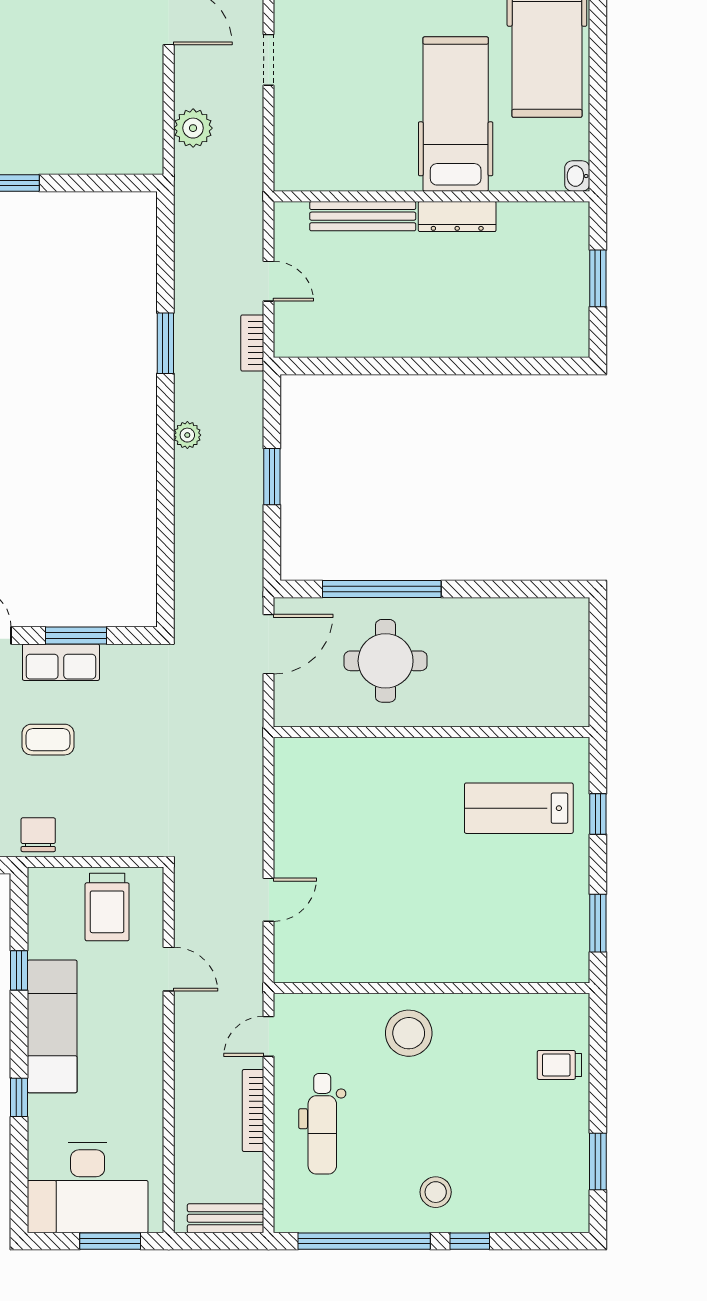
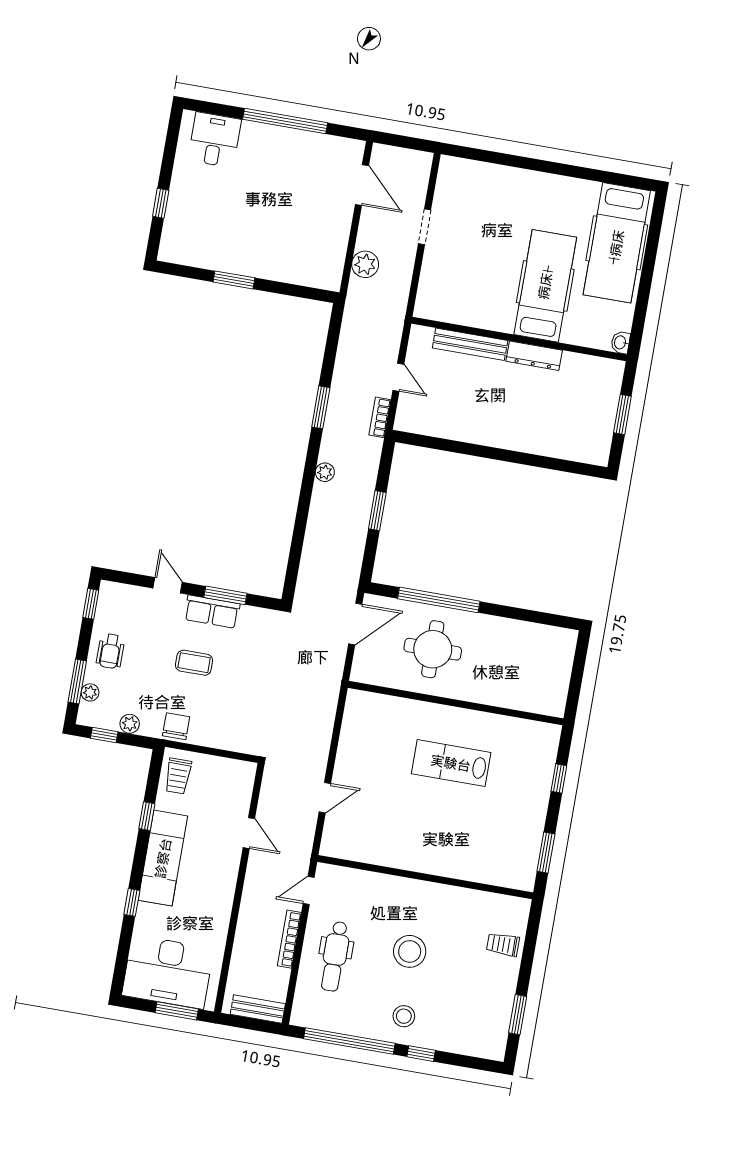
lab bench: (519, 808) -> (451, 763), moved
trolley: (107, 907) -> (178, 776), moved, width x0.73, depth x0.72
stool: (409, 1033) -> (410, 951), moved

